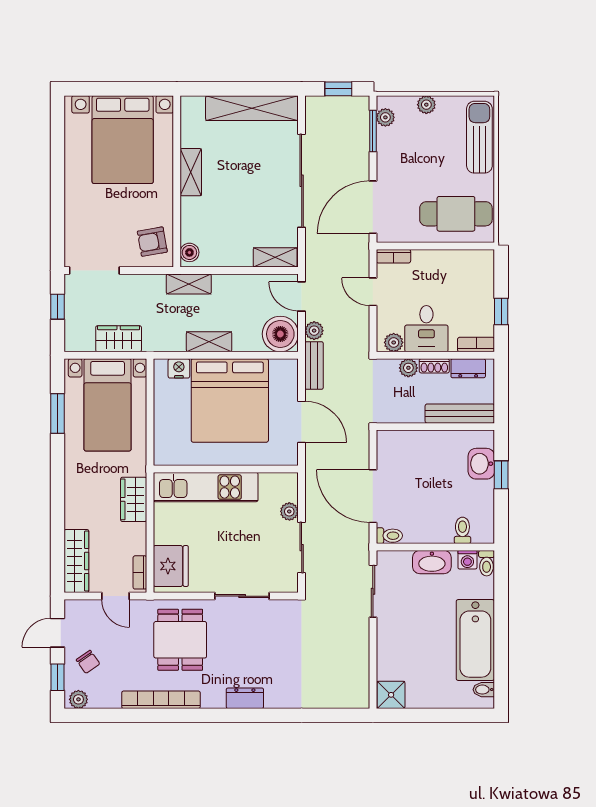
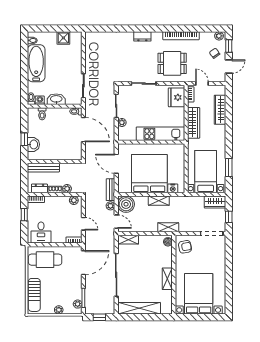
desk: (426, 329) -> (41, 233), moved, turned 180
wardrobe: (119, 339) -> (215, 202), moved
wardrobe: (134, 499) -> (194, 123), width x1.50
wardrobe: (76, 561) -> (220, 110), moved
dining table: (180, 640) -> (172, 63), turned 90
shower: (391, 695) -> (63, 38), moved

